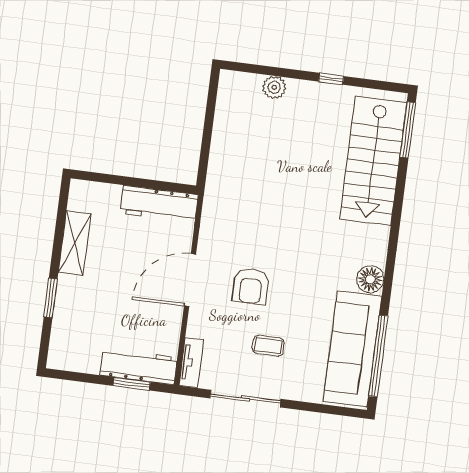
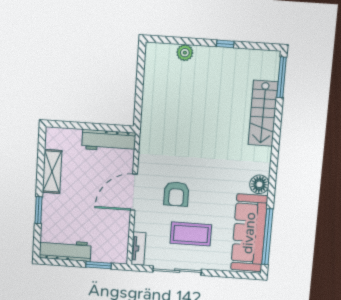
stairs: (373, 161) -> (263, 113), width x0.73, depth x0.66
coffee table: (268, 346) -> (191, 234), width x1.86, depth x1.72
workbench: (139, 366) -> (65, 250), moved

